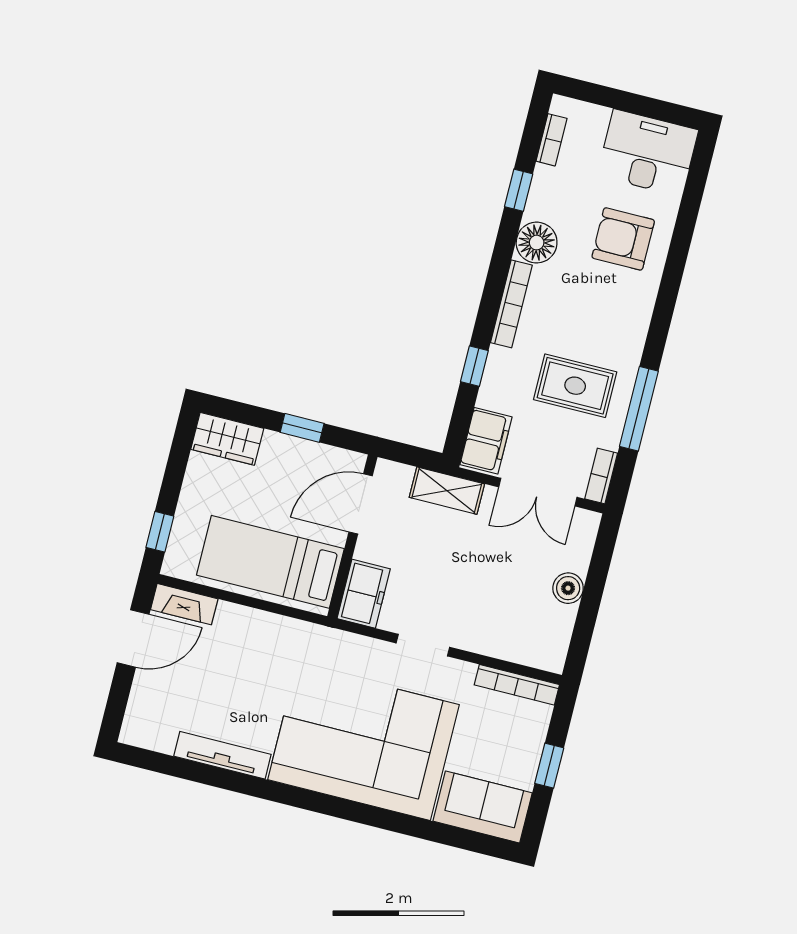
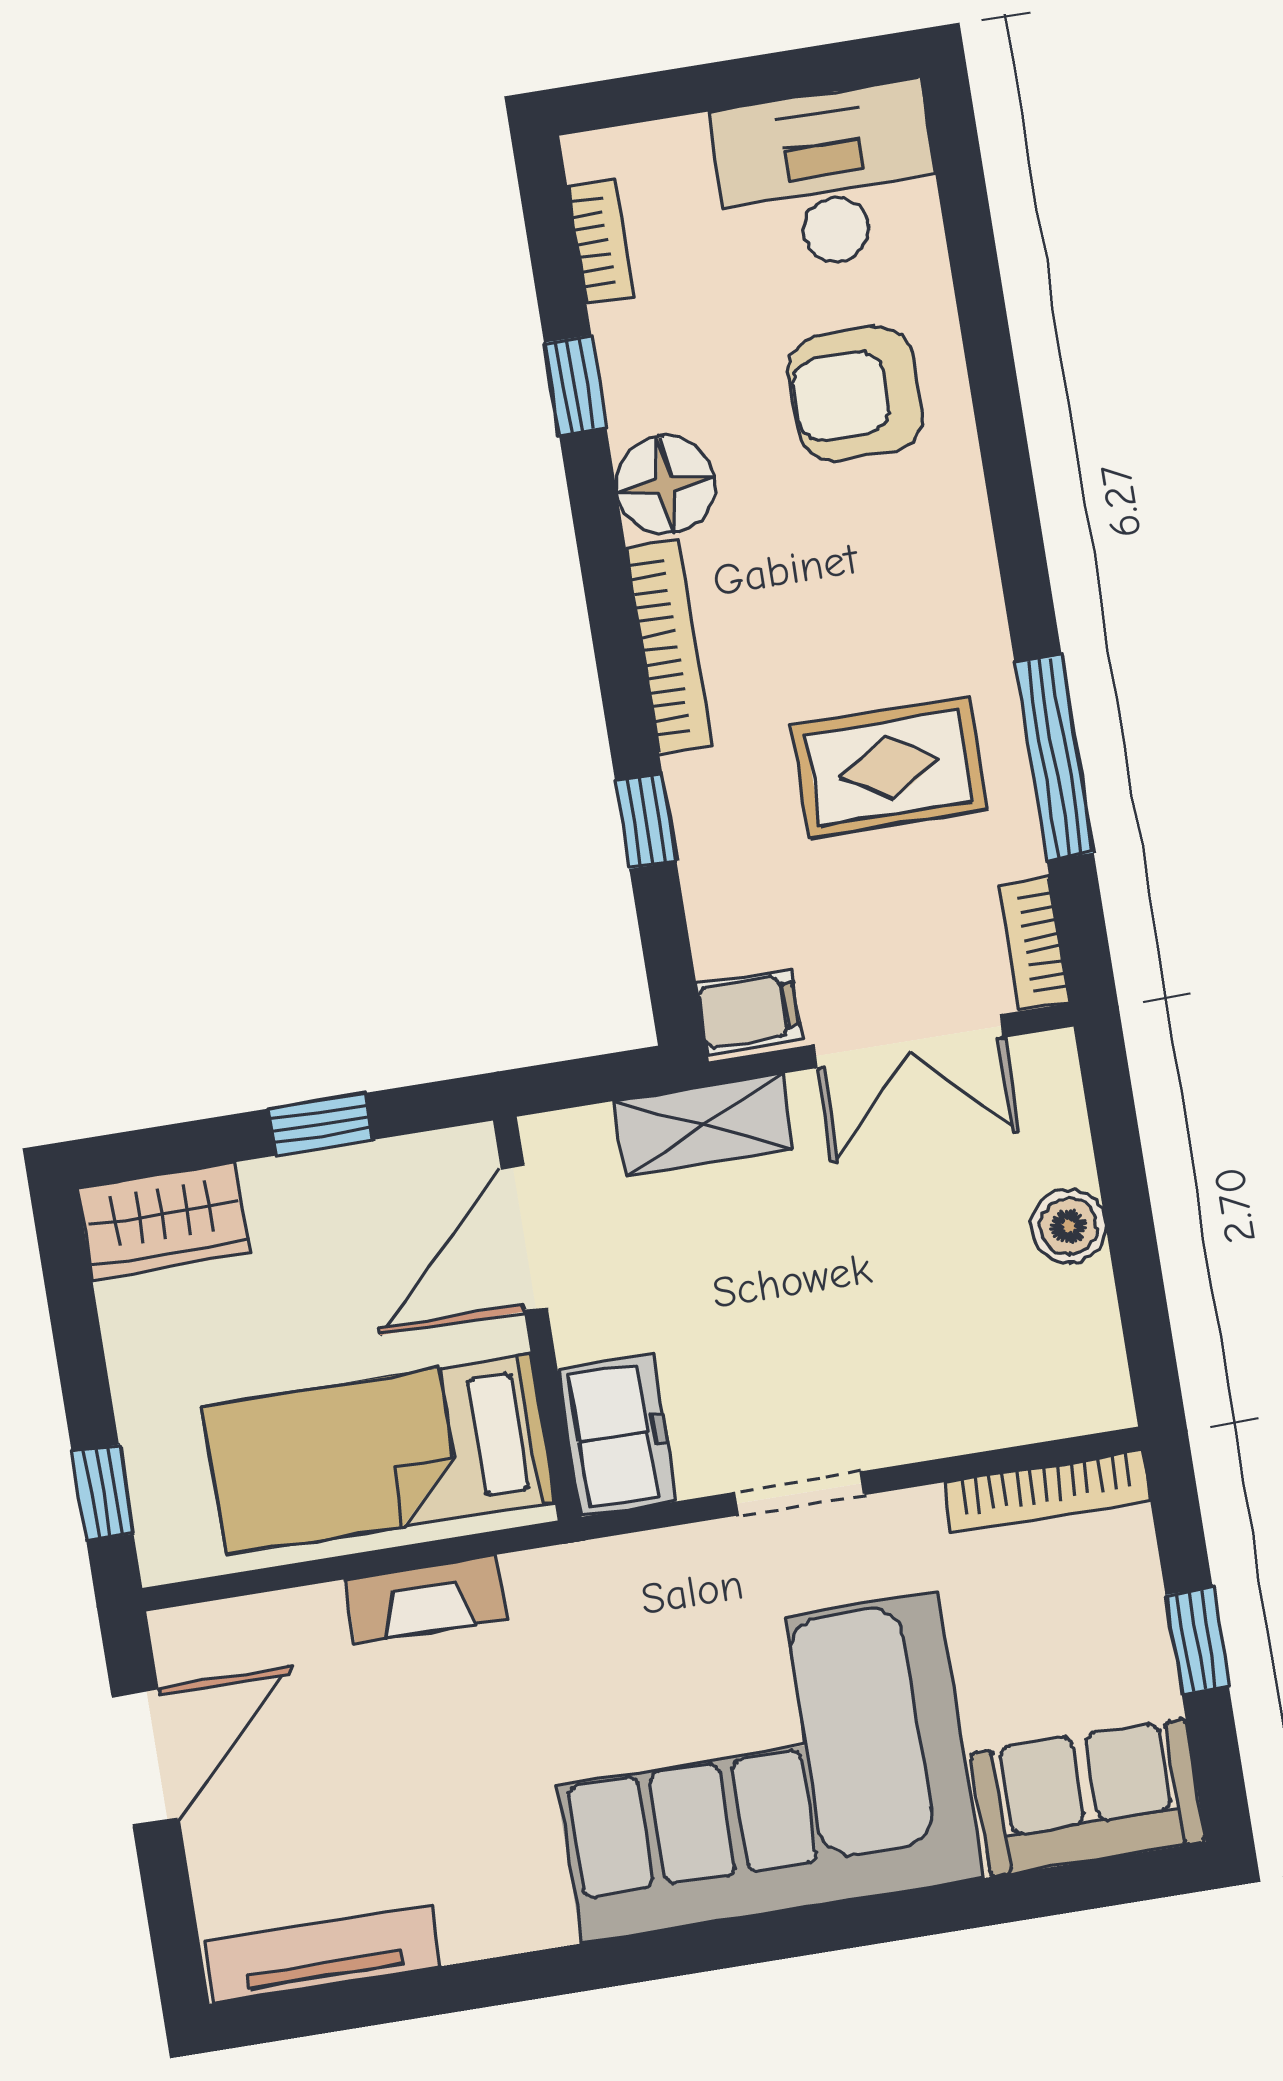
filing cabinet: (486, 441) -> (749, 1011), width x0.50
fireplace: (184, 604) -> (426, 1599), moved
tv unit: (222, 755) -> (323, 1954), moved

